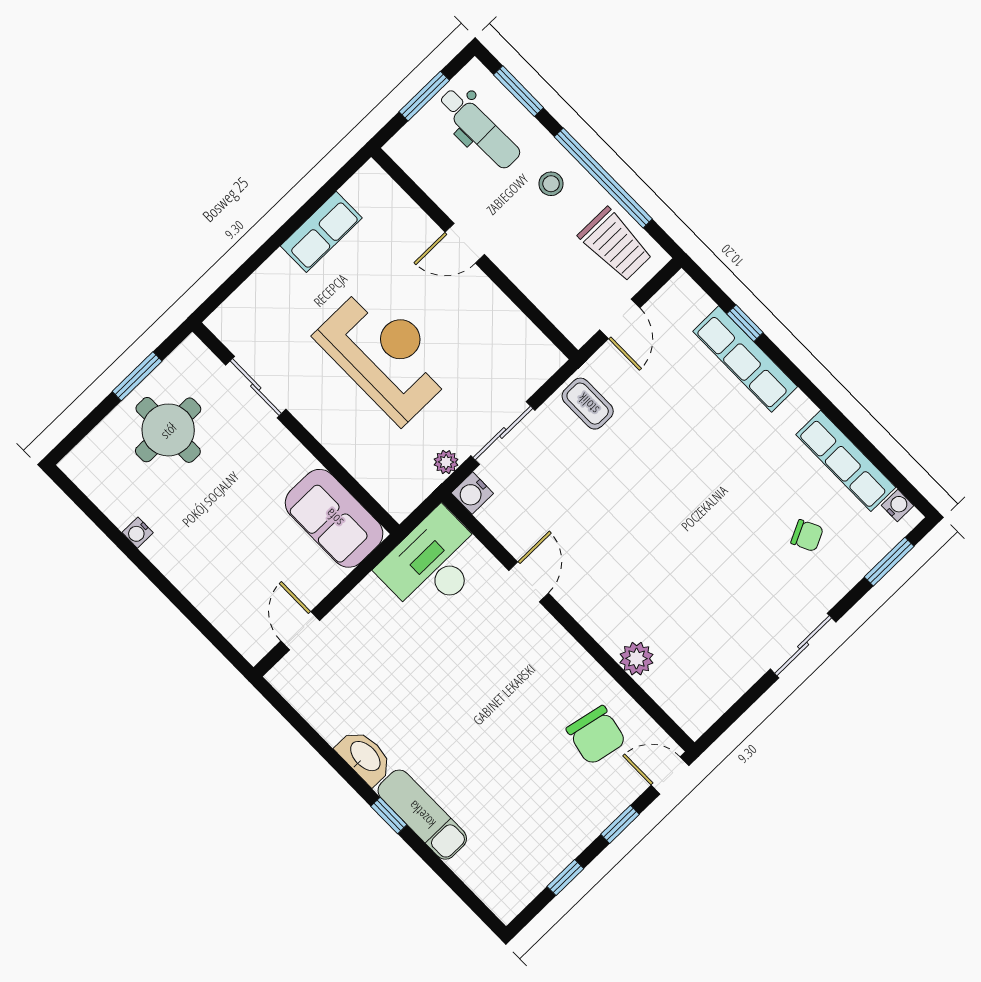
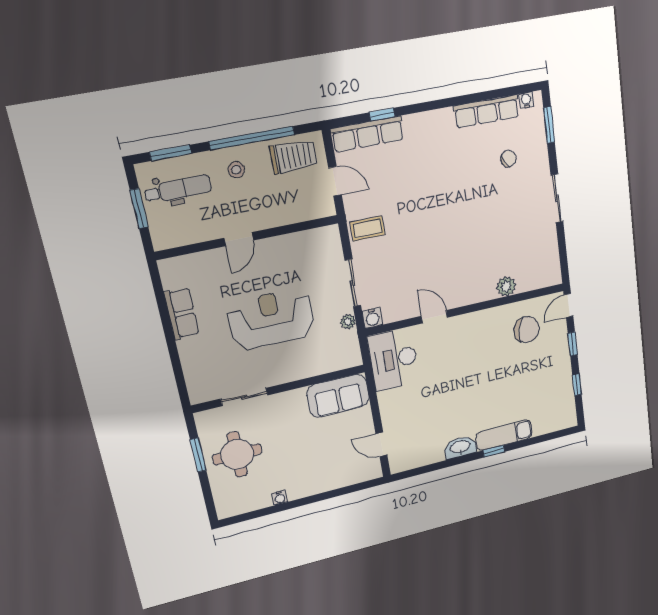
row of seats: (745, 359) -> (368, 134), moved

